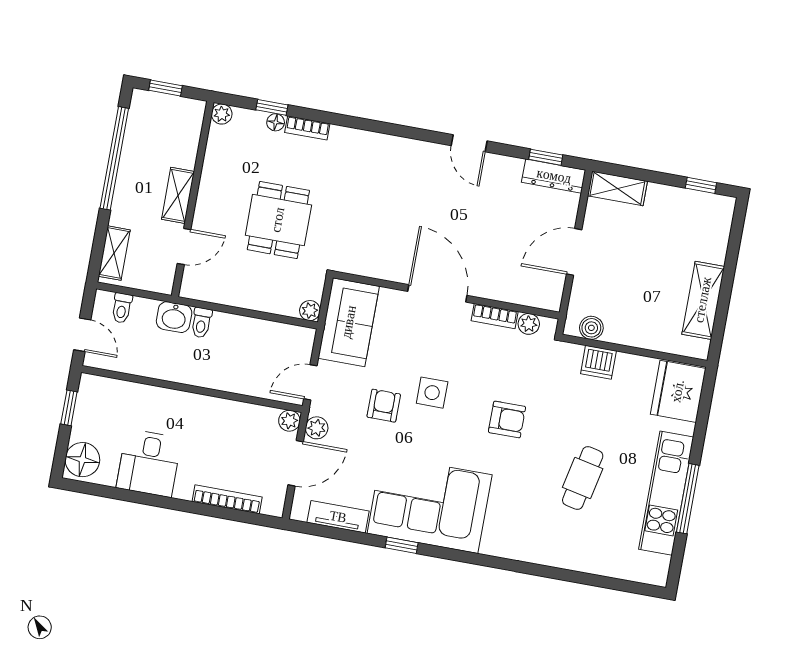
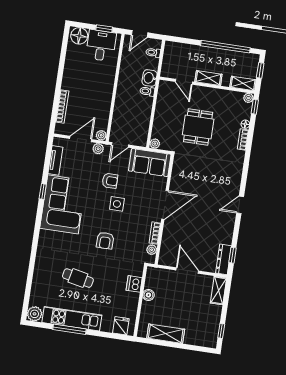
window: (272, 107) -> (255, 107), moved
door: (469, 143) -> (240, 205), moved
dining table: (278, 220) -> (198, 127), turned 90
shelving: (114, 253) -> (243, 83), moved
boiler: (591, 328) -> (148, 295), moved
door: (310, 382) -> (120, 145), swing flipped
fridge: (678, 391) -> (121, 326), width x0.53, depth x0.75
desk: (149, 463) -> (101, 45), moved, turned 90
door: (296, 463) -> (81, 139), swing flipped
plant: (654, 570) -> (35, 314), added

